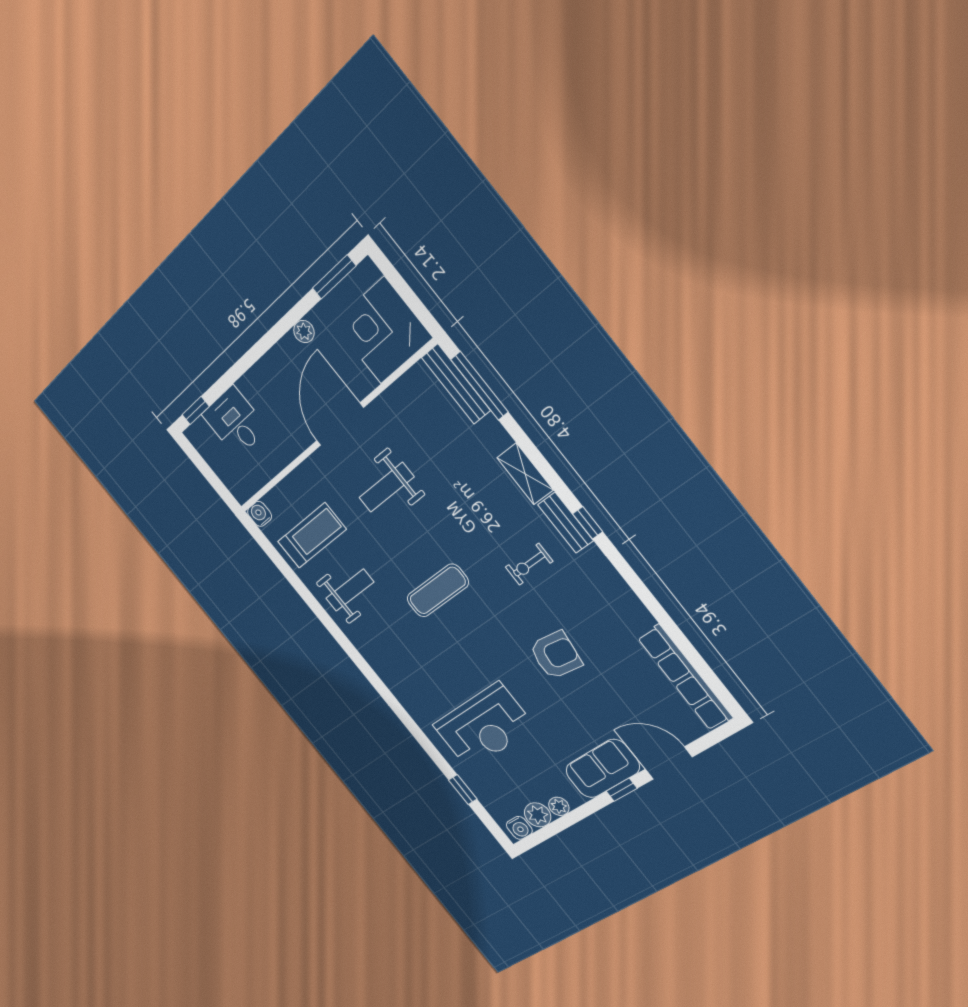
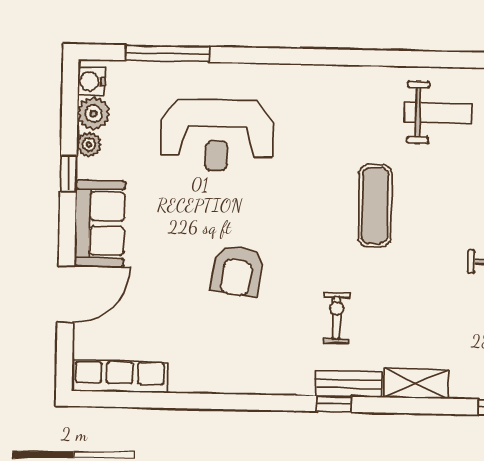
weight bench: (350, 590) -> (438, 113), turned -90
row of seats: (685, 678) -> (120, 376), width x0.73
reception desk: (484, 726) -> (217, 135), turned -90
window: (463, 790) -> (168, 54), width x2.17
window: (622, 790) -> (68, 173), moved

